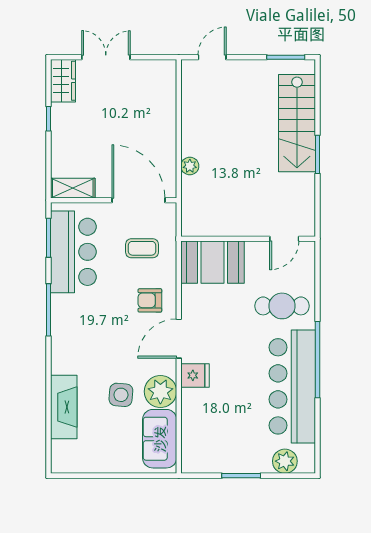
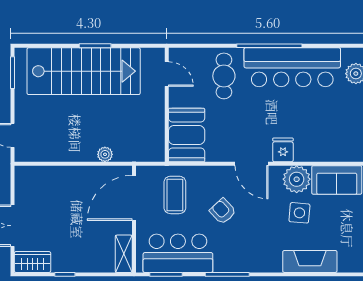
stairs: (297, 123) -> (84, 71), width x1.36, depth x1.51
coffee table: (142, 248) -> (175, 195), width x1.36, depth x1.30
armchair: (150, 300) -> (223, 211), moved, turned 137

